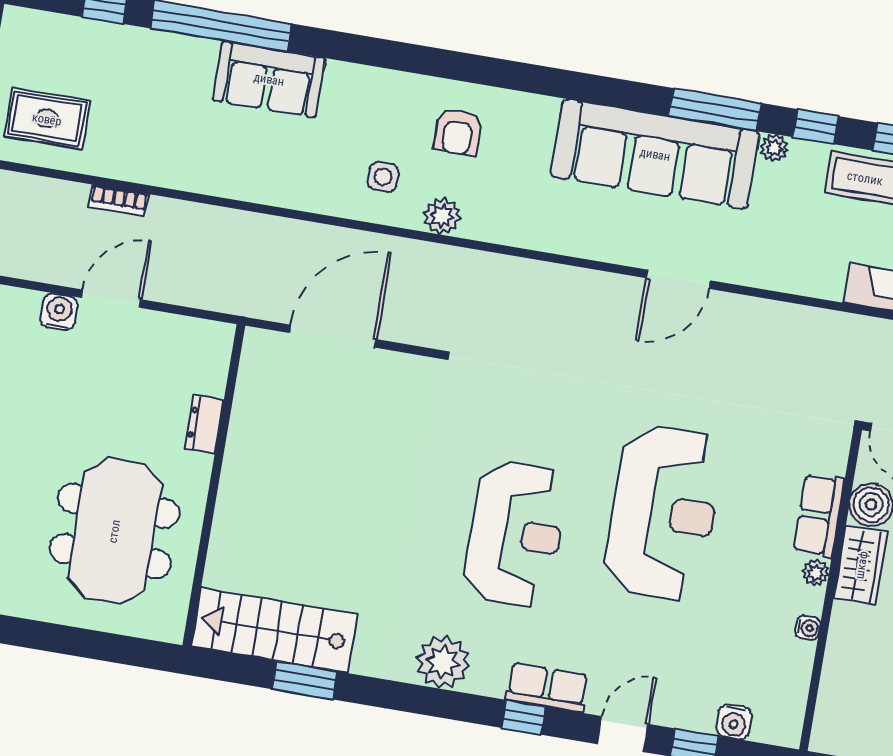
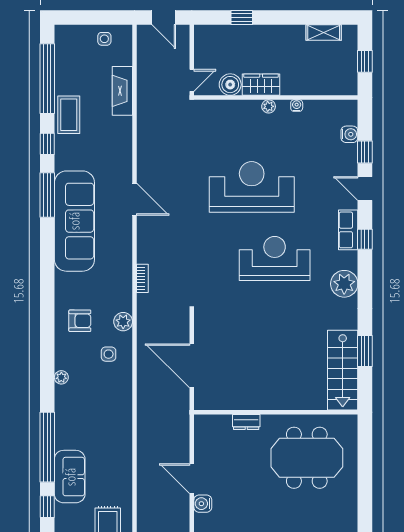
sofa: (269, 79) -> (70, 477), moved
plant: (774, 148) -> (61, 377), moved
bookcase: (119, 201) -> (142, 278), moved
row of seats: (819, 515) -> (240, 110), removed

